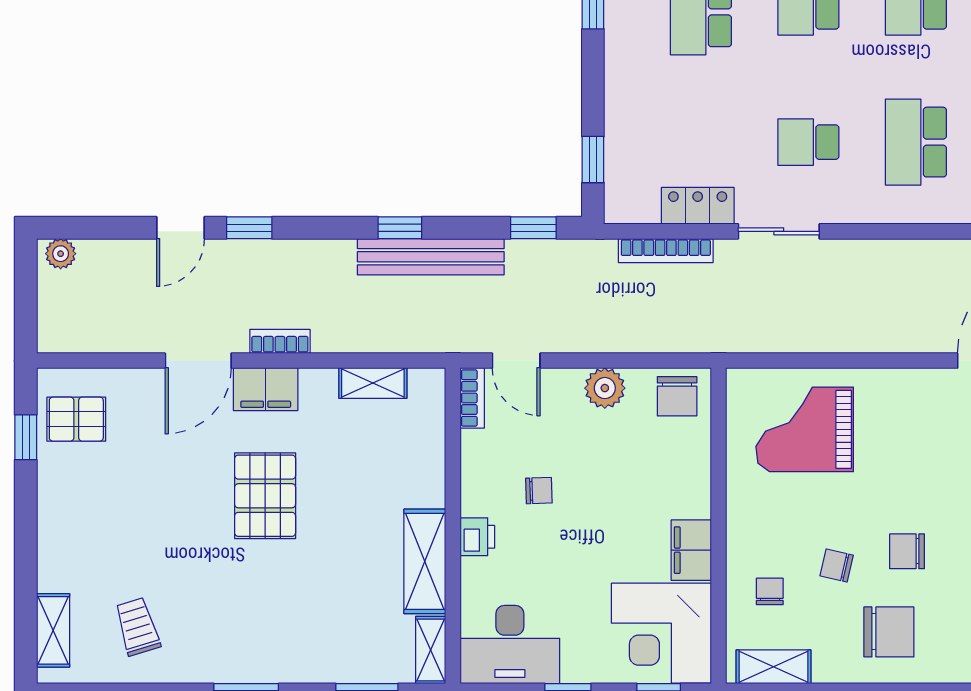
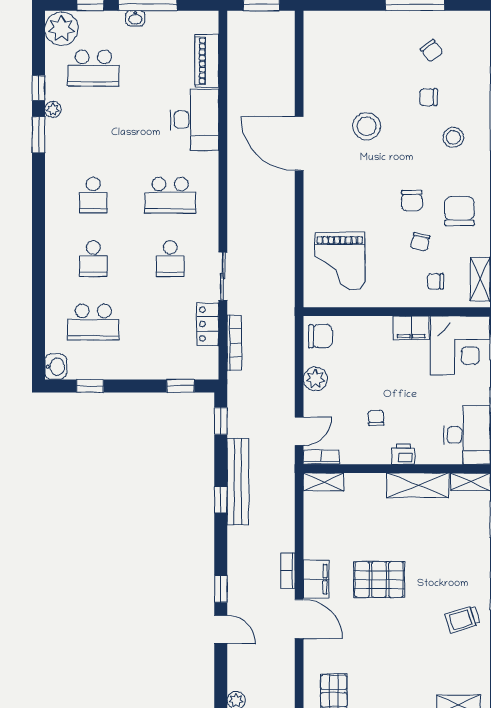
shelving: (373, 383) -> (323, 482), moved, turned 90
trolley: (137, 627) -> (462, 619), moved

